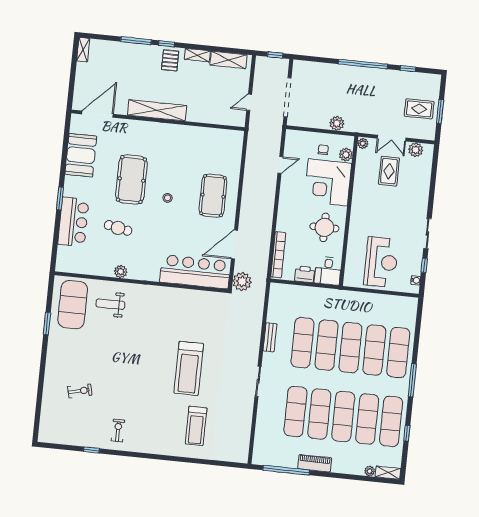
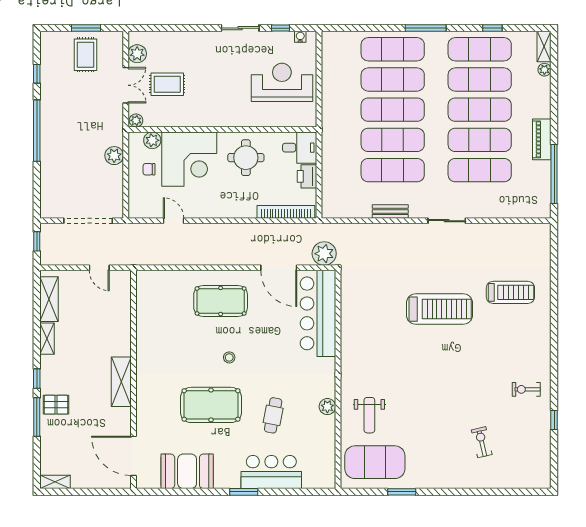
pallet: (170, 60) -> (56, 405), moved
shelving: (157, 110) -> (121, 382), width x0.68

